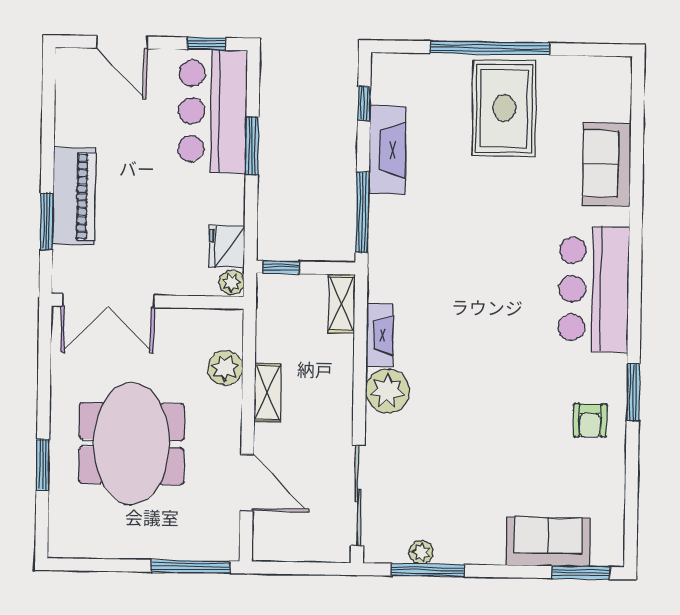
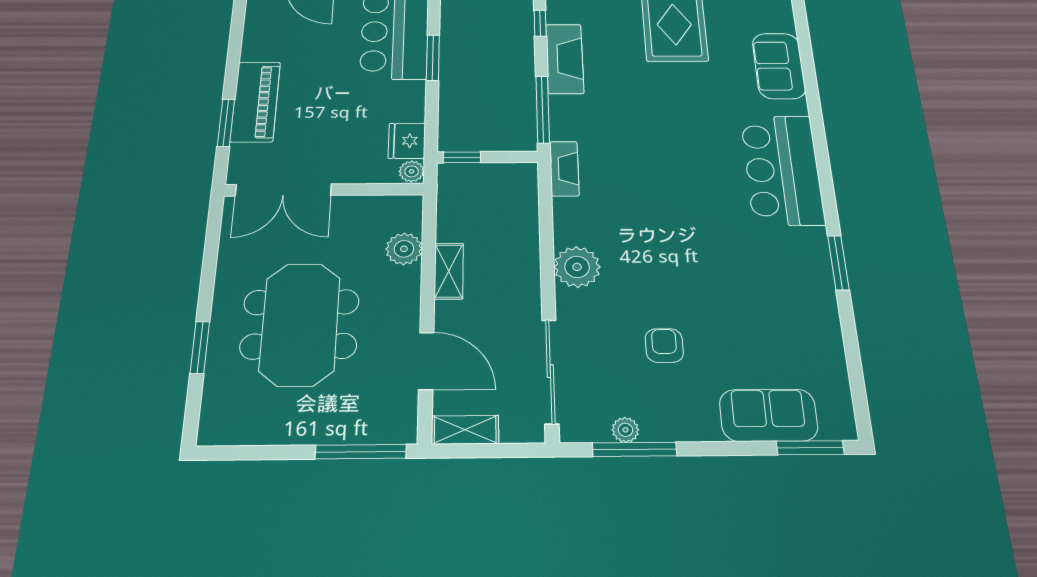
shelving: (342, 303) -> (465, 430), moved, turned 90
fireplace: (380, 335) -> (564, 169), moved
armchair: (590, 420) -> (664, 345), moved, turned 180

